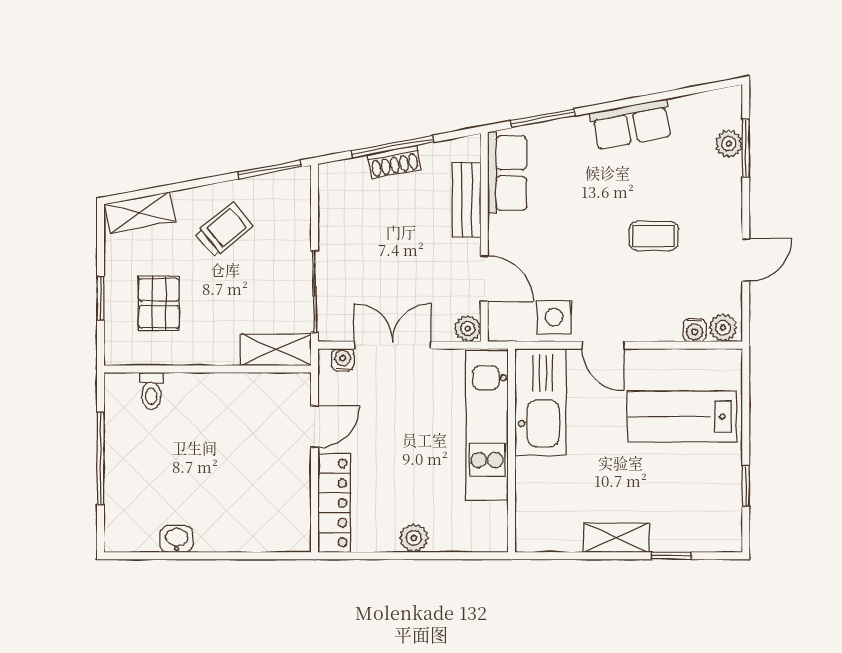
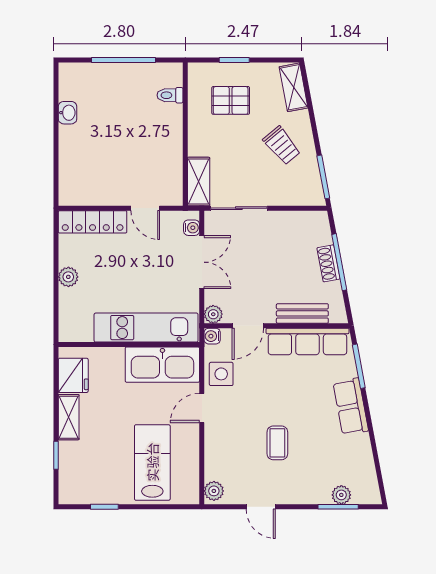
row of seats: (631, 124) -> (351, 407), moved
row of seats: (507, 173) -> (307, 341), width x1.48
water cooler: (695, 330) -> (212, 336), moved
fridge: (556, 531) -> (73, 375), added

